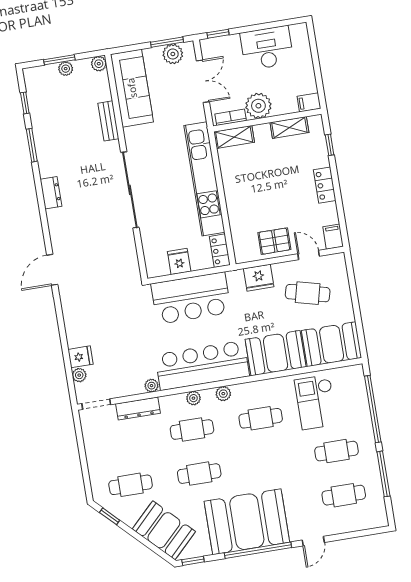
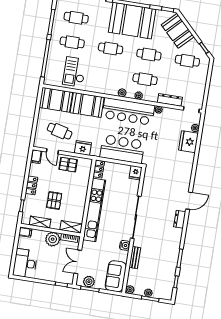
desk: (267, 48) -> (25, 263), moved, turned 90
sofa: (132, 88) -> (116, 276), width x0.73
water cooler: (132, 136) -> (125, 245), added
pallet: (278, 172) -> (54, 200), added
dresser: (51, 193) -> (180, 219), moved
fridge: (179, 261) -> (136, 173), moved
door: (52, 270) -> (189, 201), moved
fridge: (81, 357) -> (188, 142), width x1.88, depth x1.34
checkout: (316, 402) -> (74, 72), turned 180
cafe table: (261, 418) -> (111, 48), moved

